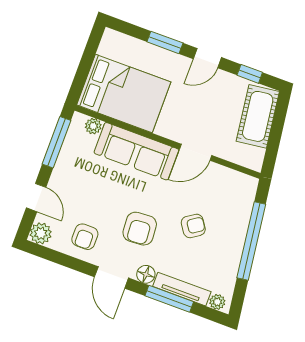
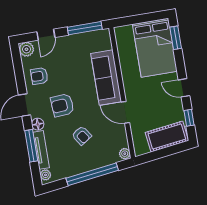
window: (165, 42) -> (176, 38), moved
bed: (124, 93) -> (155, 48), moved
plant: (93, 126) -> (125, 154), moved

